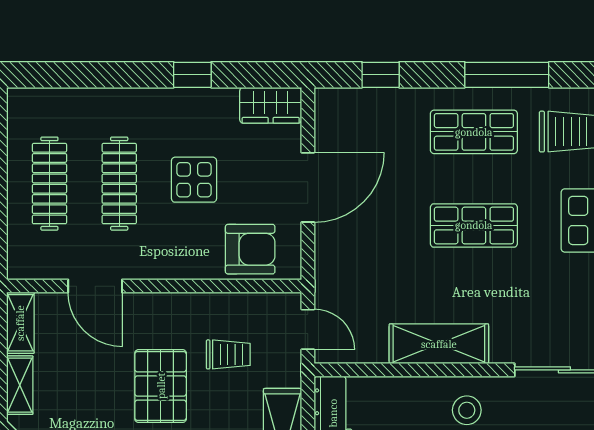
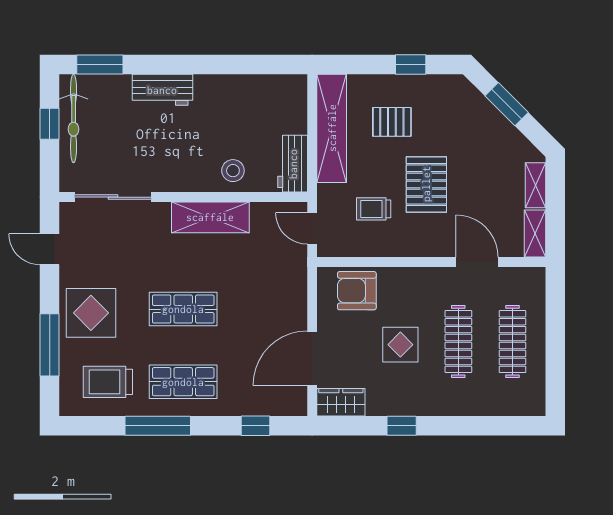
door: (308, 187) -> (312, 358), moved
stool: (467, 410) -> (233, 171), moved

